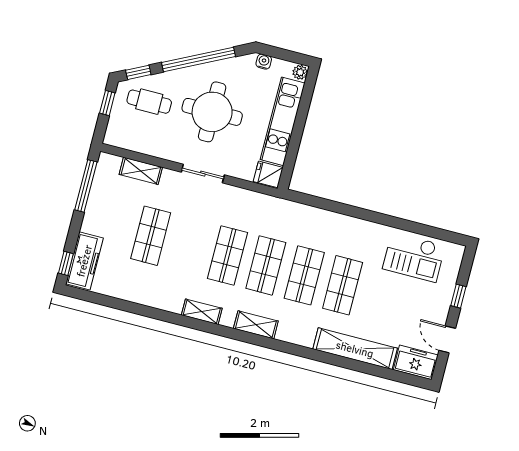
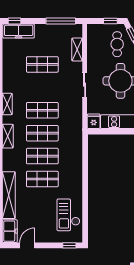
window: (458, 296) -> (69, 245), moved

